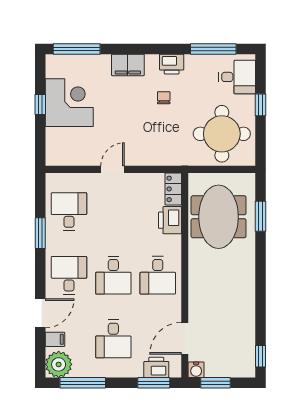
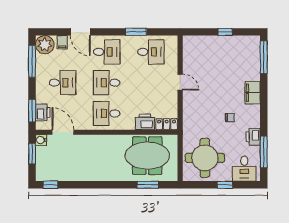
printer: (172, 64) -> (253, 137), moved
corner desk: (69, 103) -> (226, 52), removed
desk: (113, 339) -> (63, 83), turned 180

